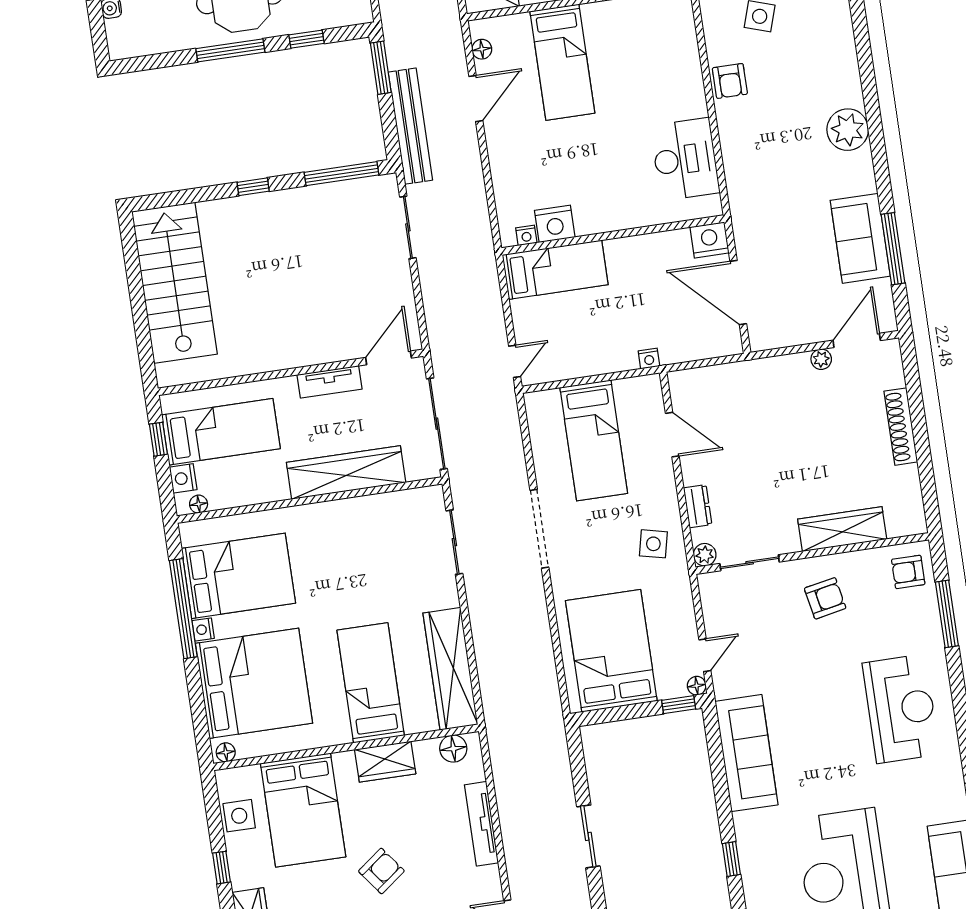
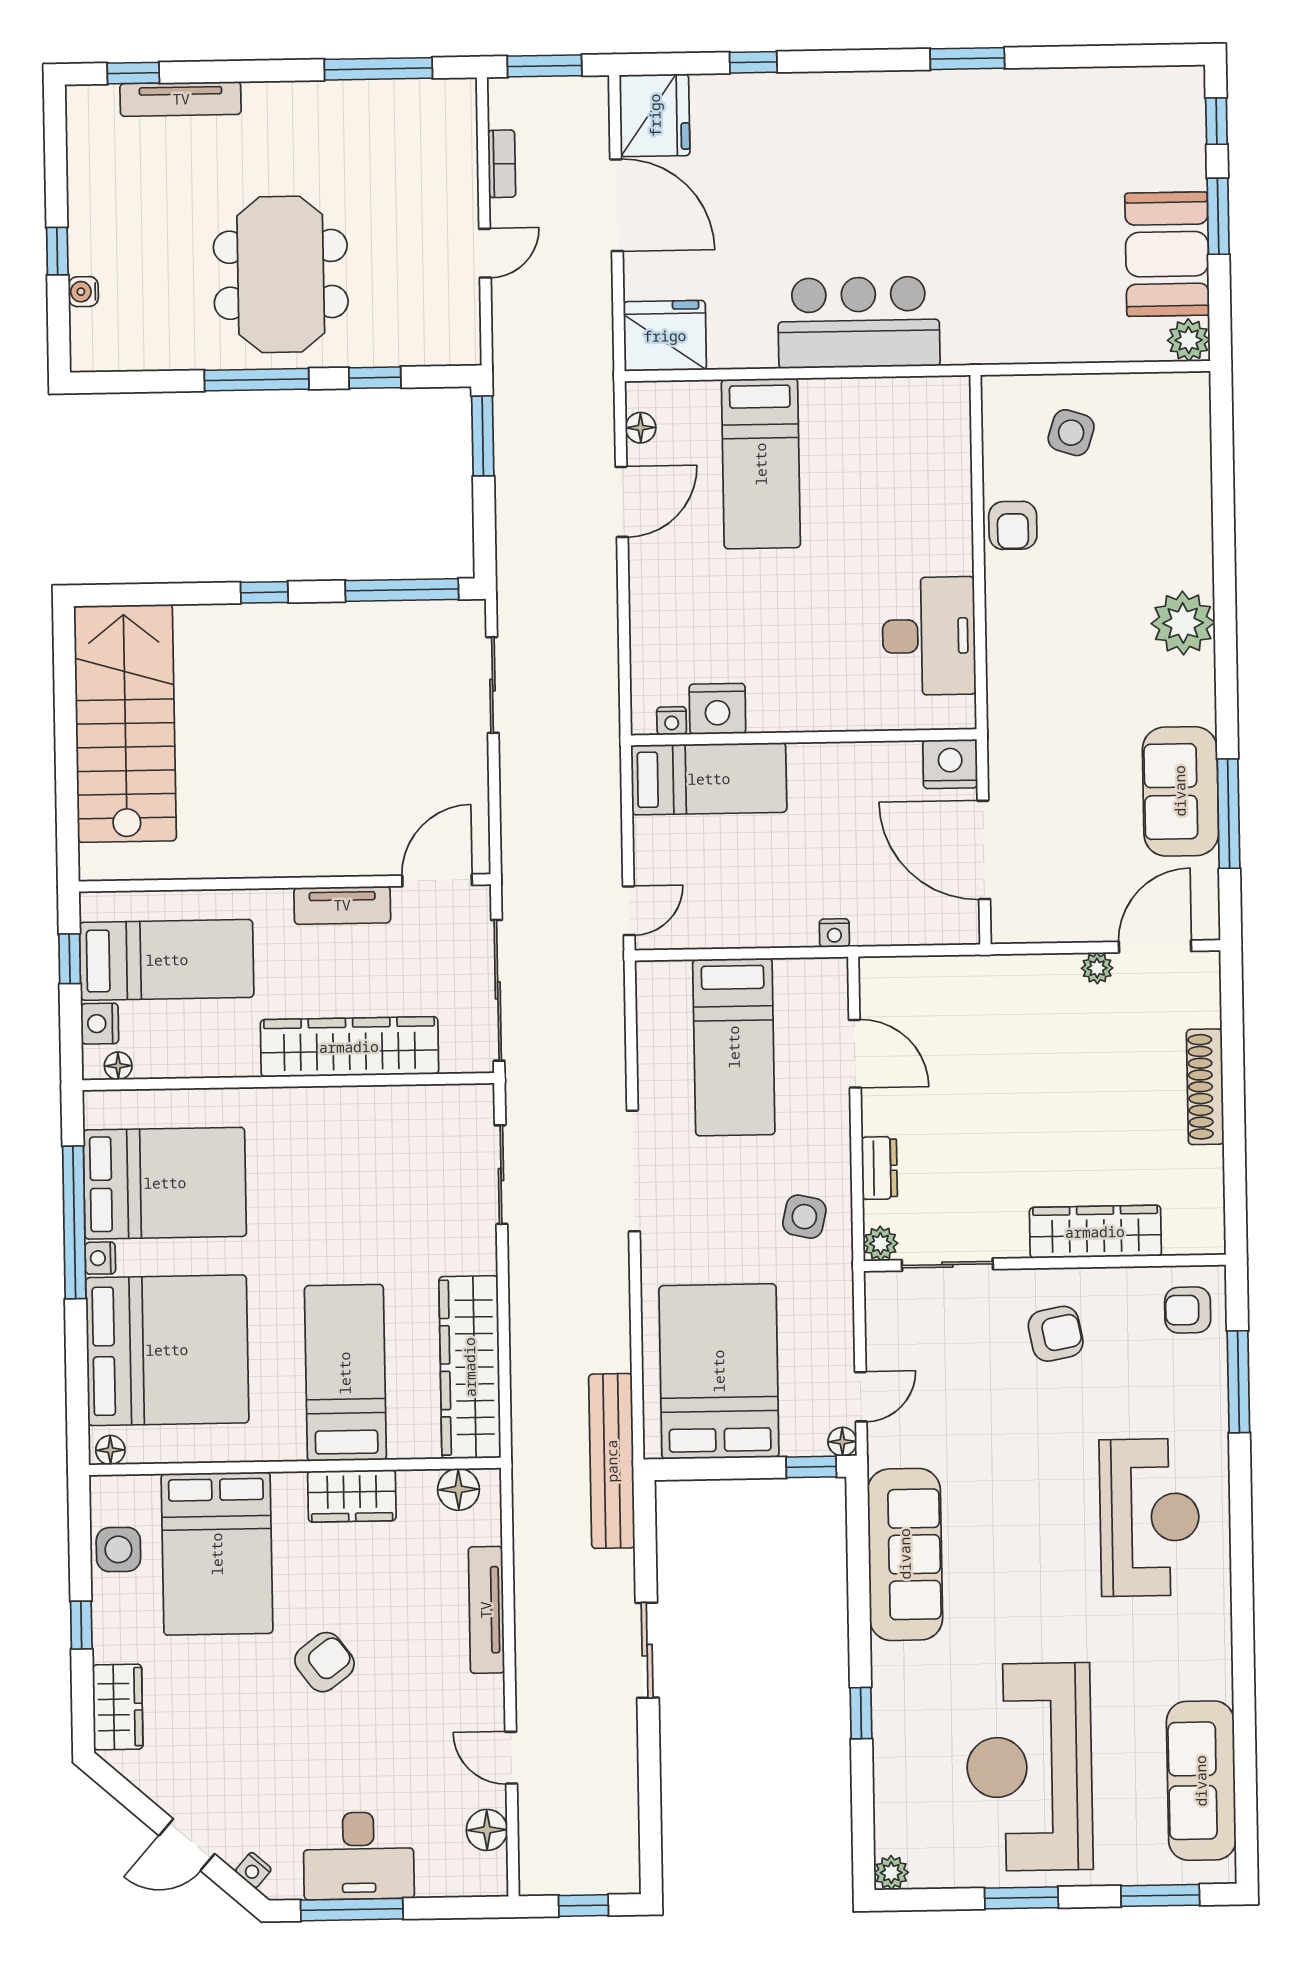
bench: (410, 126) -> (612, 1461), moved

